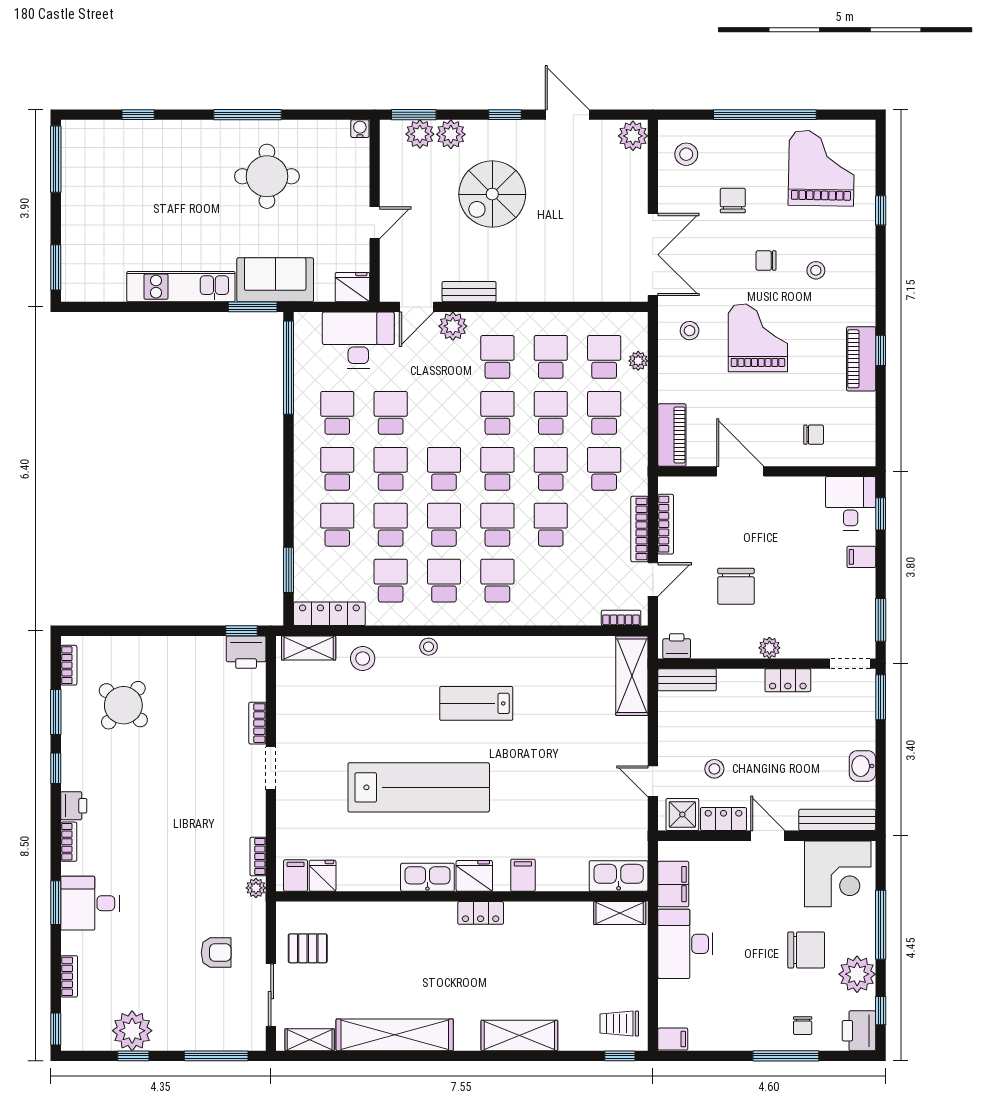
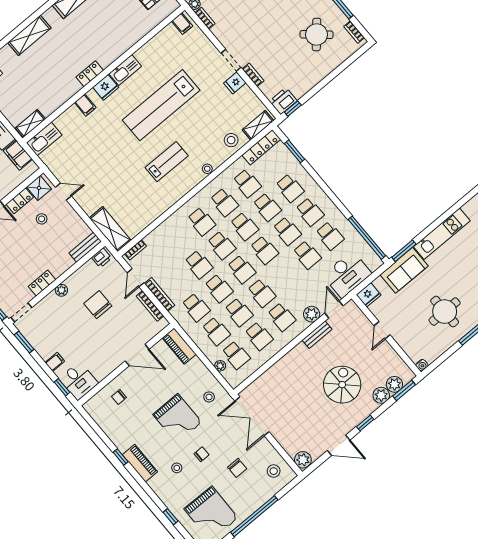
piano: (861, 359) -> (140, 463), moved
fridge: (323, 876) -> (235, 83), moved, turned 90

